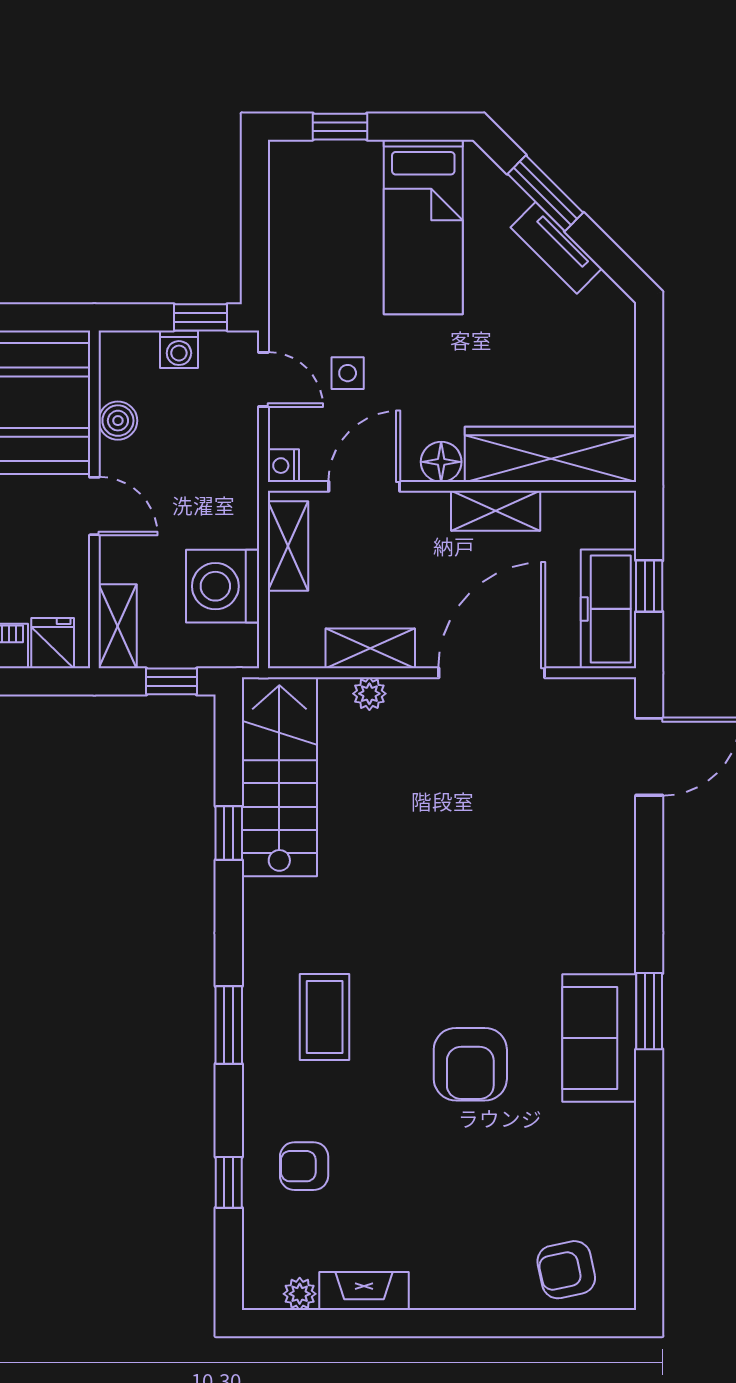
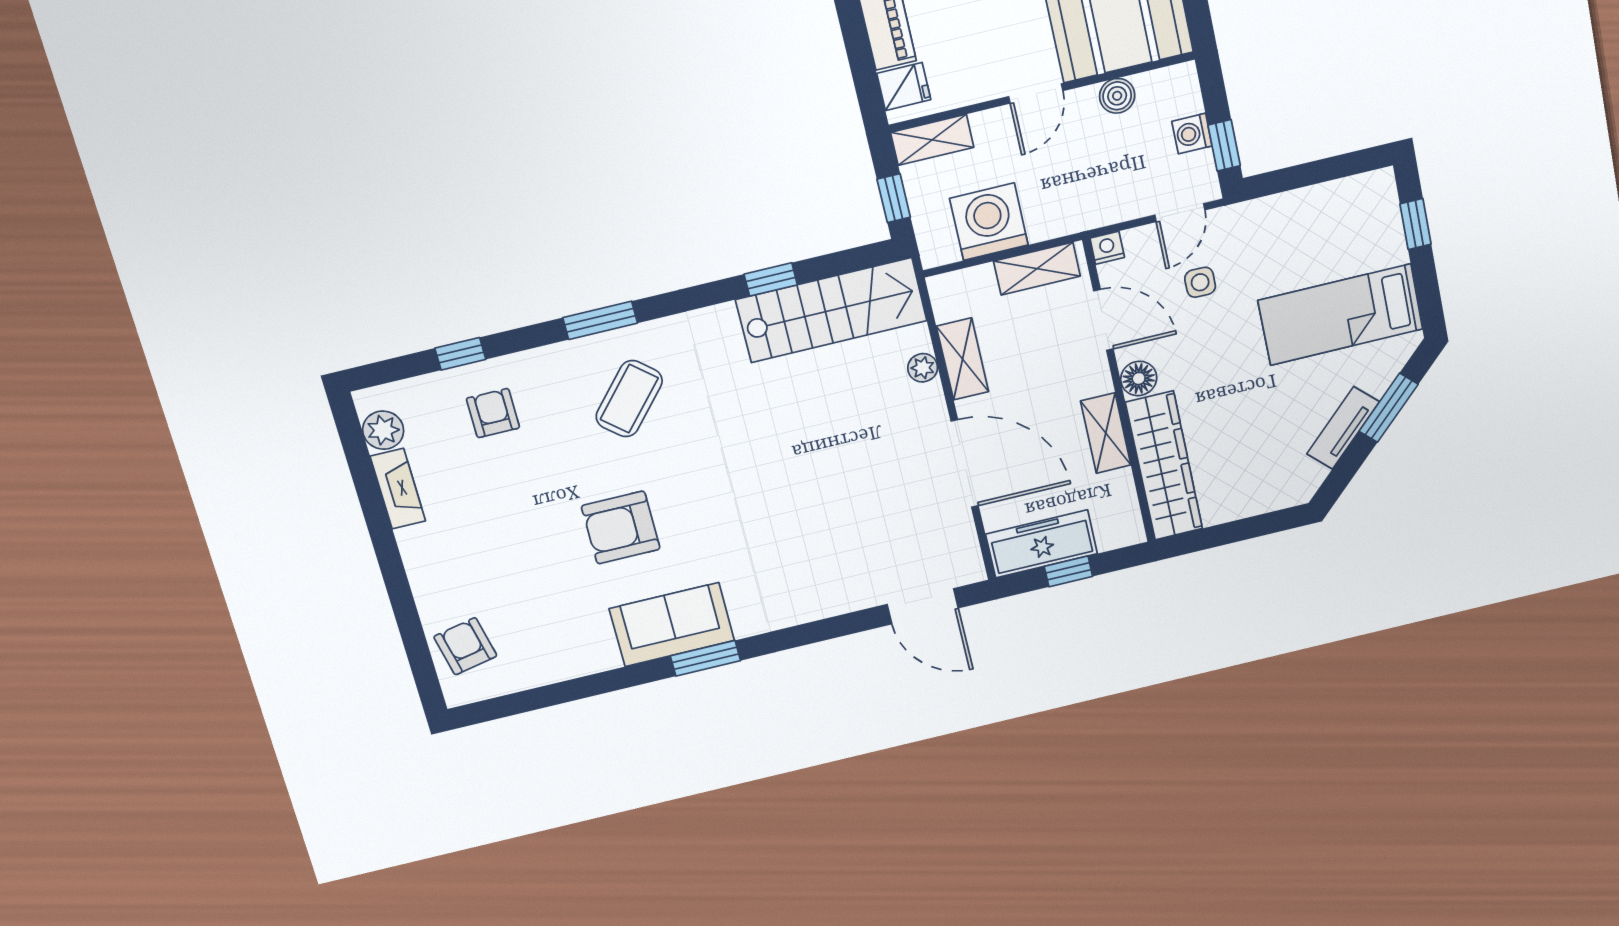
coffee table: (325, 1017) -> (629, 399), turned -49
plant: (300, 1294) -> (383, 430), width x1.38, depth x1.38

